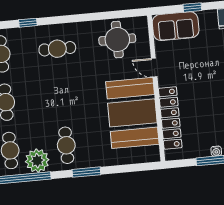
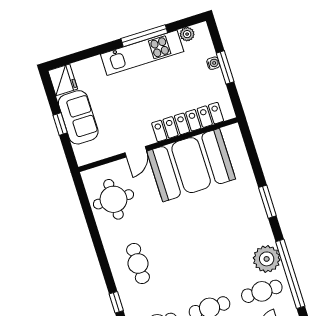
sofa: (176, 26) -> (78, 117), moved
cafe table: (66, 145) -> (243, 230), removed

